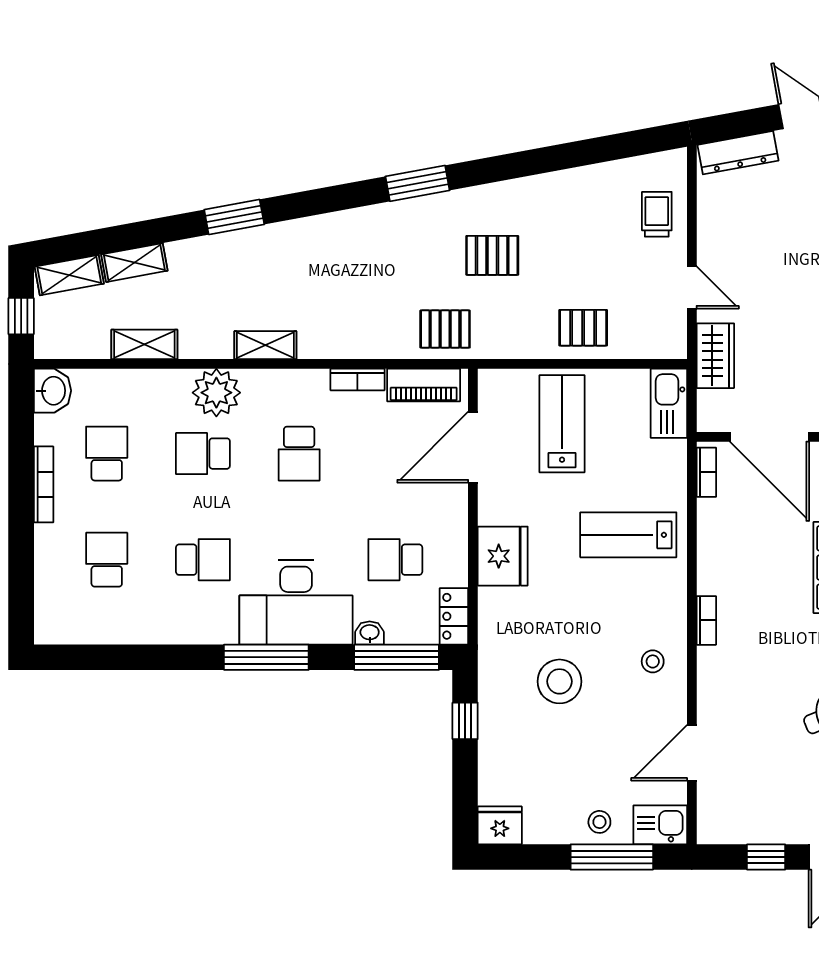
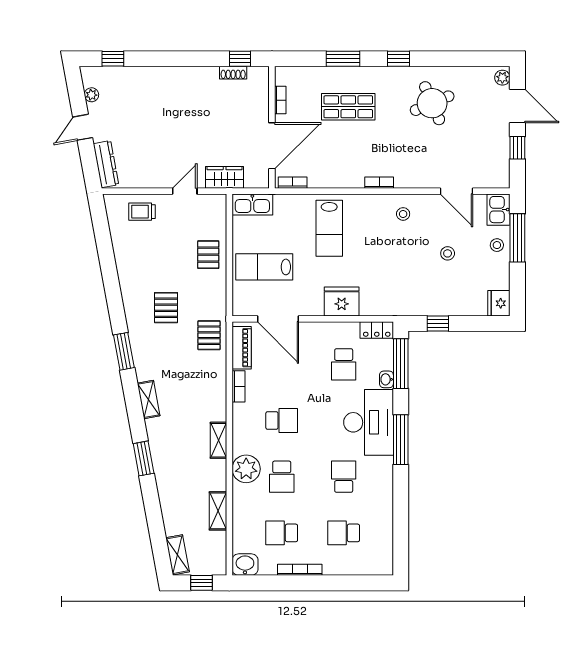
shelving: (134, 263) -> (149, 399), moved
stool: (559, 681) -> (448, 253), moved, width x0.53, depth x0.53

